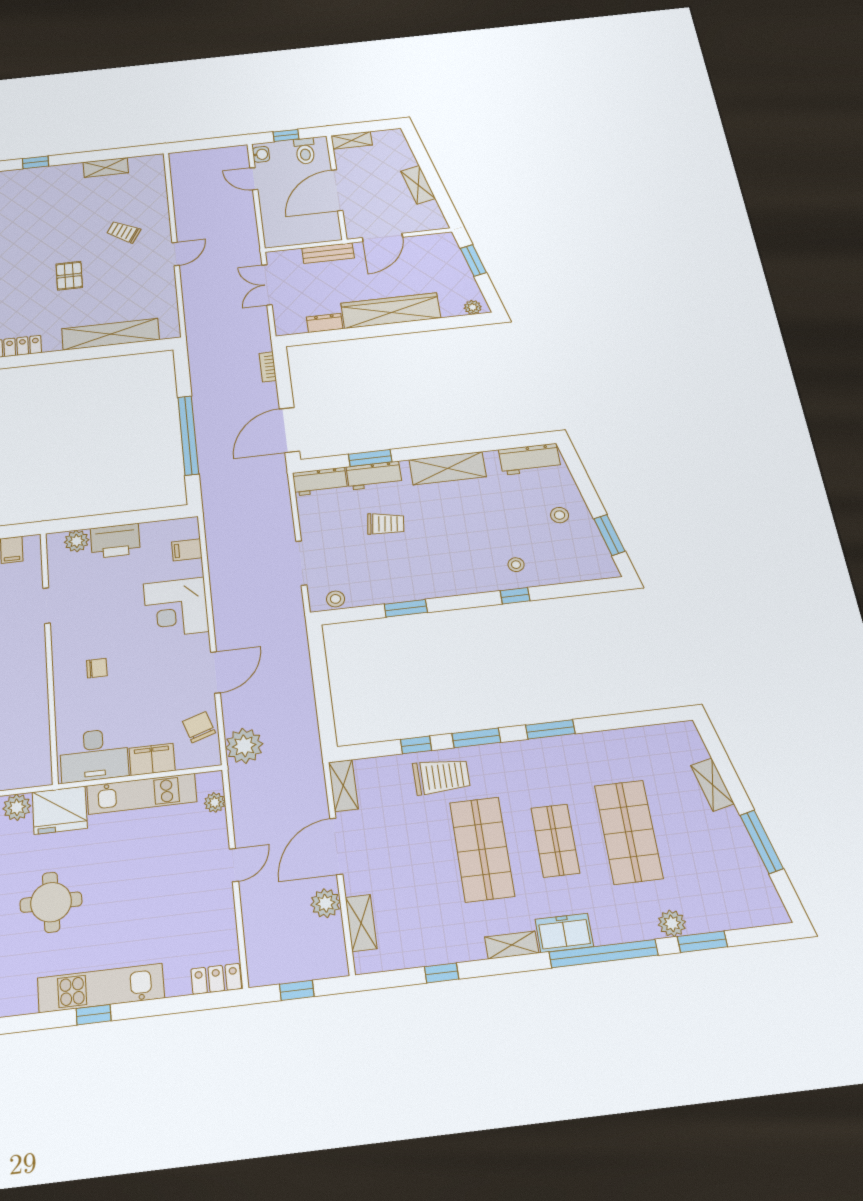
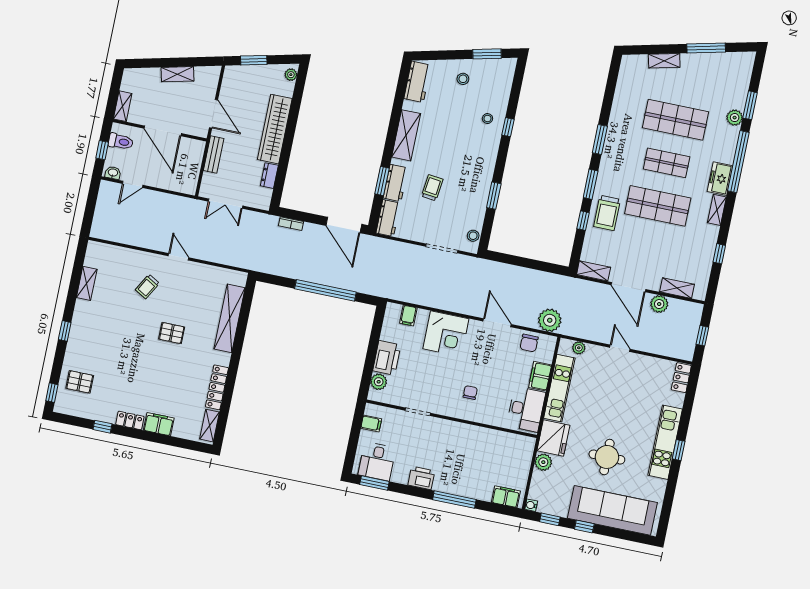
chair: (199, 727) -> (529, 343), turned -72
trolley: (441, 776) -> (607, 213), turned 180

